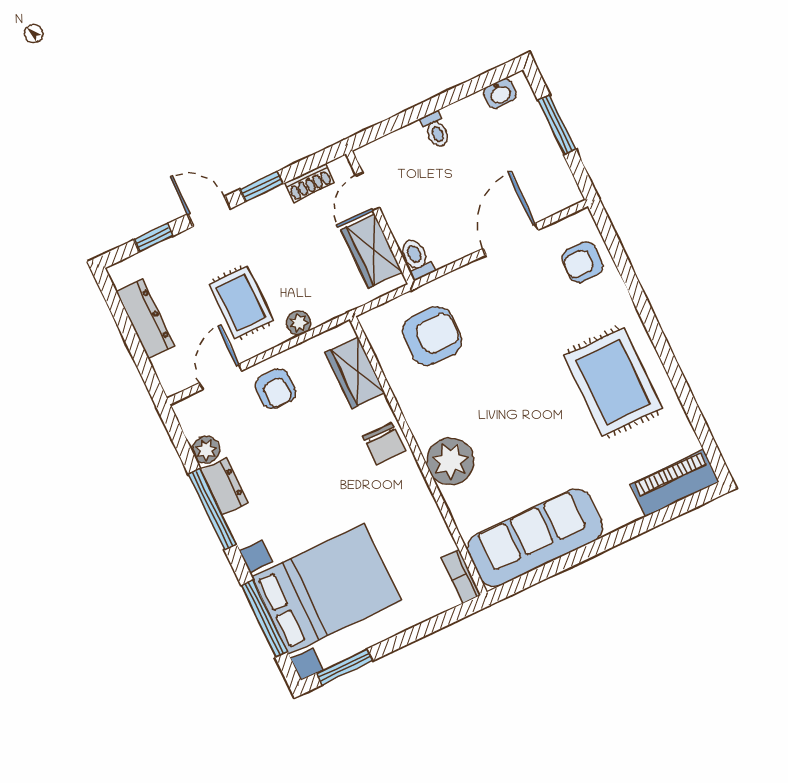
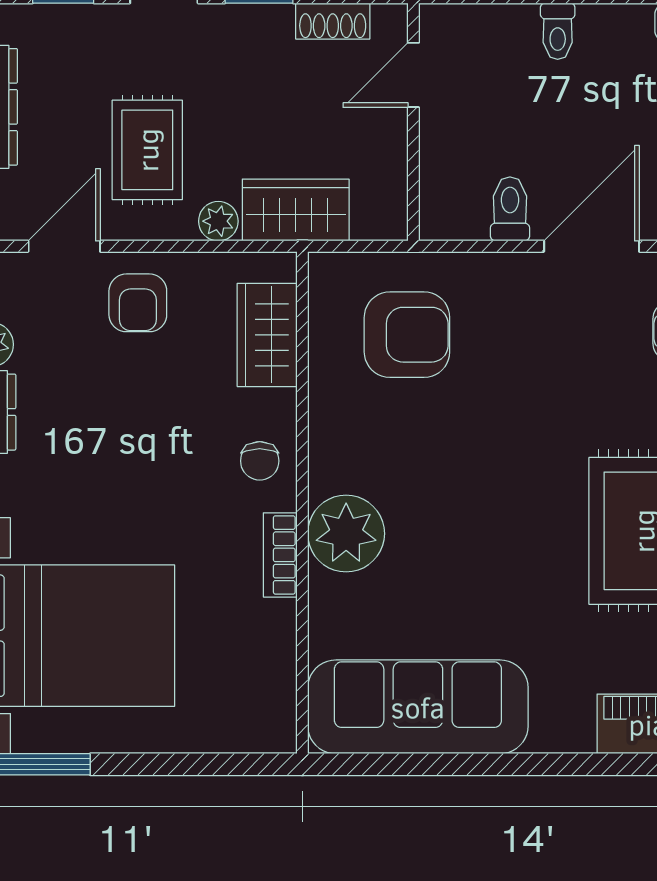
wardrobe: (371, 251) -> (296, 210), moved, turned 90
toilet: (416, 259) -> (510, 209), moved
chair: (384, 444) -> (260, 461), width x0.73, depth x0.73
bookcase: (461, 576) -> (280, 555), moved

